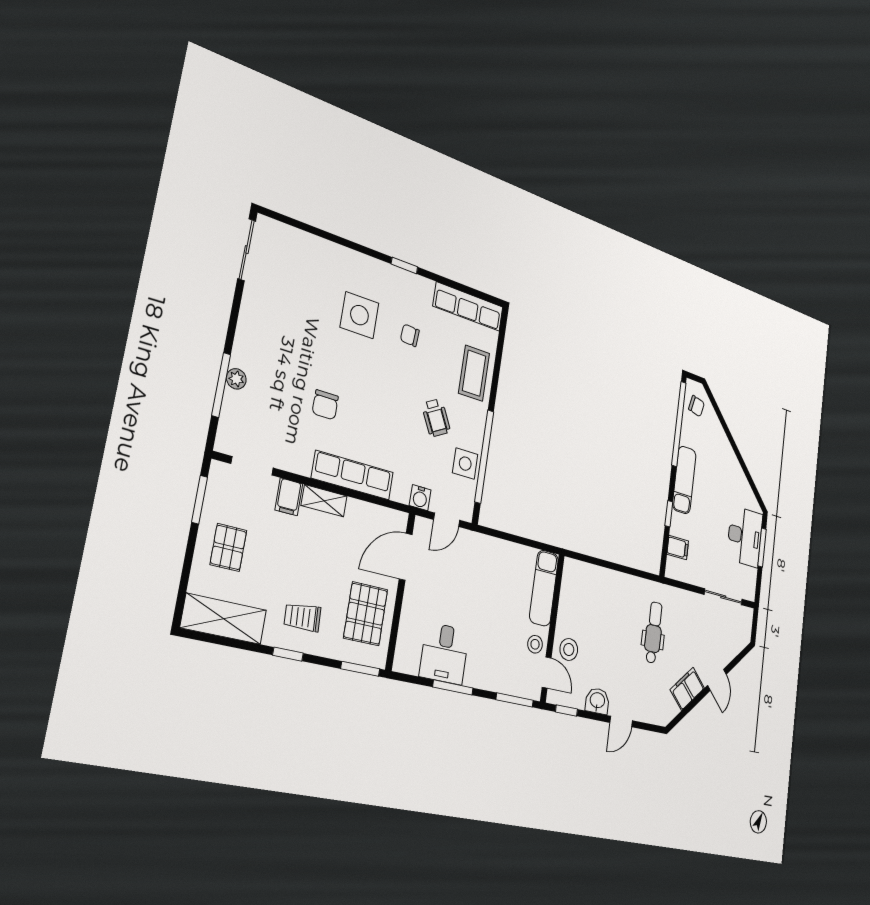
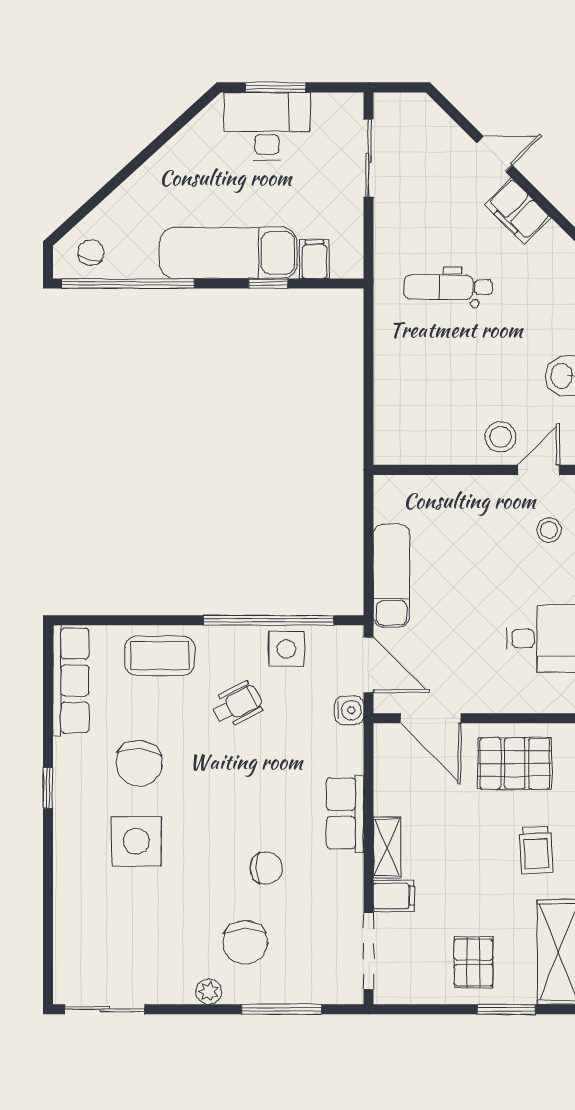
chair: (410, 335) -> (139, 763), width x1.87, depth x1.87
chair: (276, 372) -> (245, 942), added
plant: (236, 379) -> (209, 992), moved
doorway: (252, 466) -> (368, 951), width x1.38
row of seats: (353, 475) -> (345, 813), width x0.68
exam couch: (684, 480) -> (228, 253), width x1.36, depth x1.45
window: (200, 500) -> (506, 1009), moved
door: (447, 520) -> (368, 665), width x1.38
pallet: (228, 547) -> (473, 962), turned 90
exam couch: (544, 588) -> (391, 576), moved, turned -90
stool: (535, 644) -> (549, 530), moved

